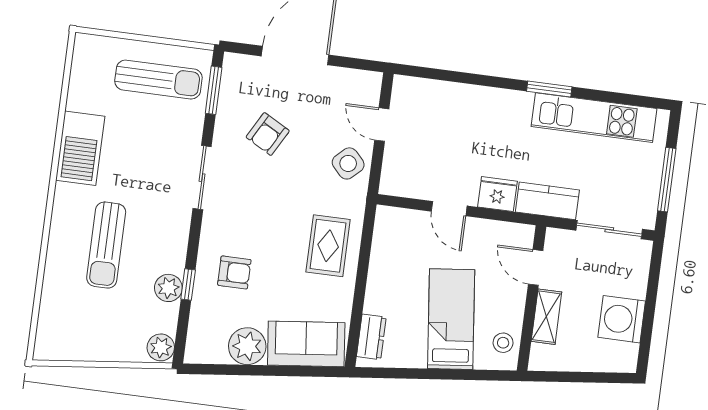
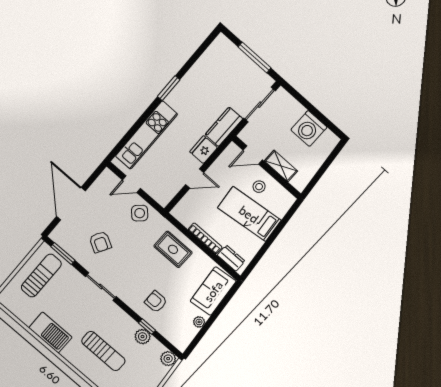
kitchen unit: (594, 118) -> (146, 135), moved
armchair: (234, 272) -> (156, 302), turned -90
bookcase: (375, 281) -> (205, 238), added
stool: (503, 343) -> (259, 187), moved
plant: (247, 346) -> (199, 322), width x0.53, depth x0.53

